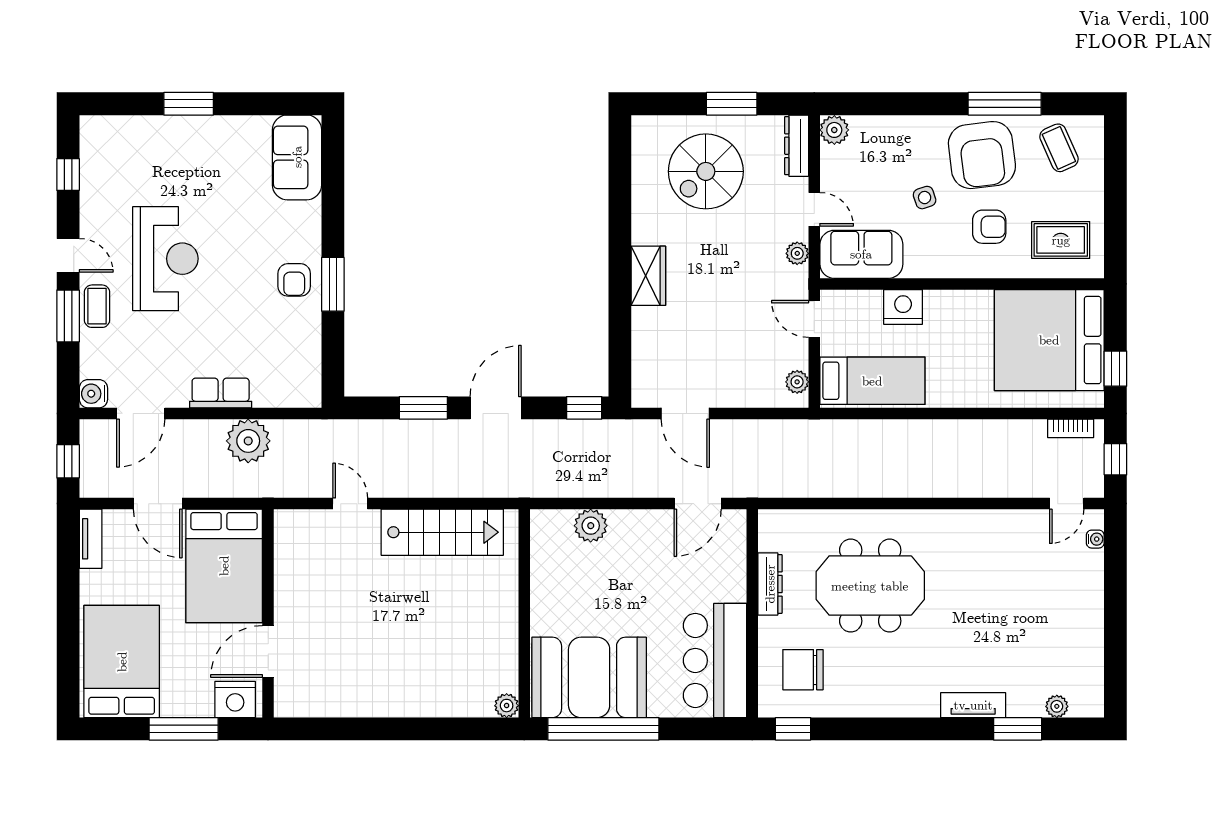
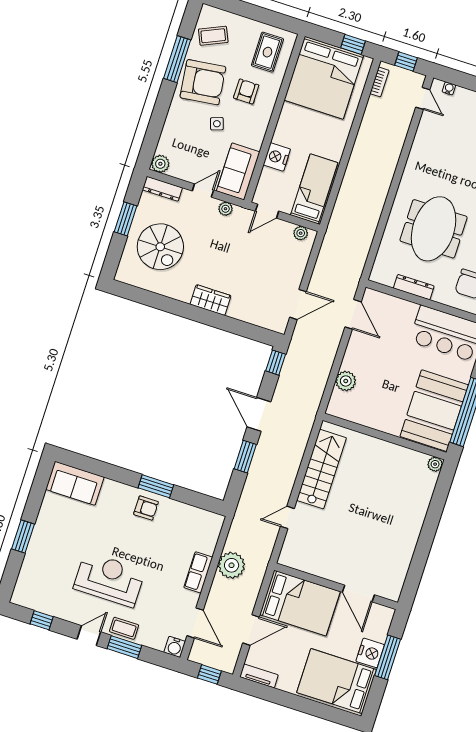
nightstand: (235, 699) -> (370, 653), moved

